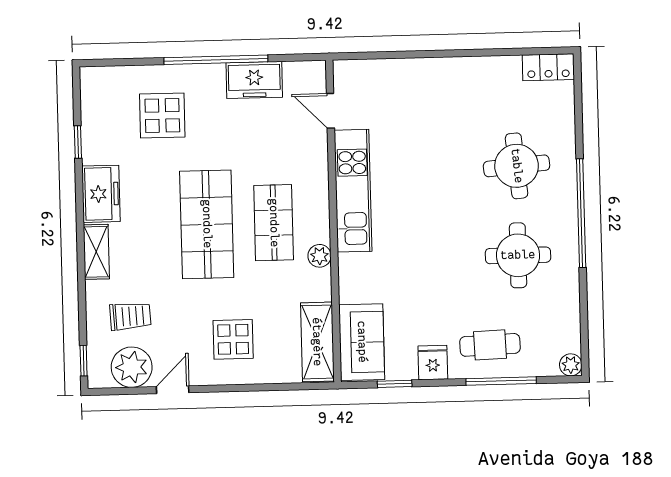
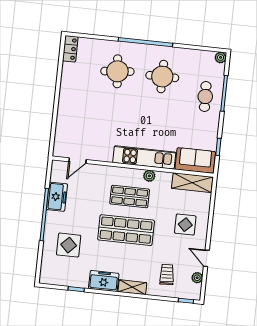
kitchen unit: (353, 191) -> (144, 157), moved
fridge: (433, 363) -> (210, 126), removed
plant: (132, 367) -> (197, 278), width x0.53, depth x0.53

